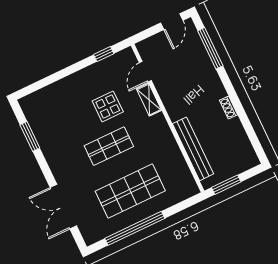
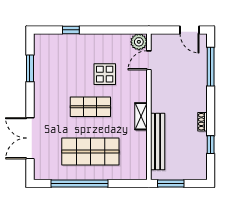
door: (172, 22) -> (190, 30), hinge flipped
window: (104, 54) -> (71, 30), moved
plant: (126, 58) -> (139, 42), added
shelving: (149, 100) -> (141, 116), moved
window: (248, 127) -> (211, 145), added

